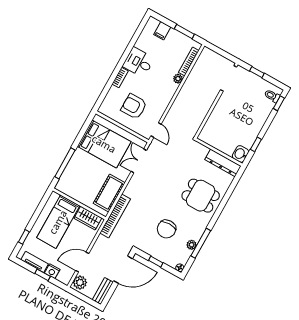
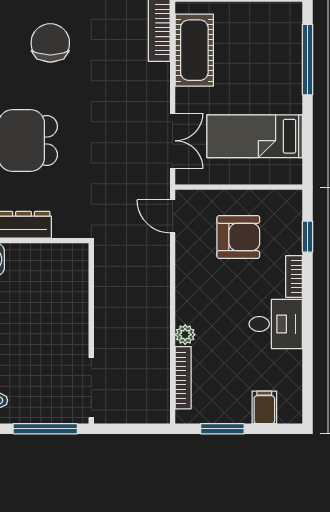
window: (257, 72) -> (45, 429), width x2.17
window: (105, 91) -> (307, 237), added
bed: (104, 144) -> (255, 136), width x0.67

